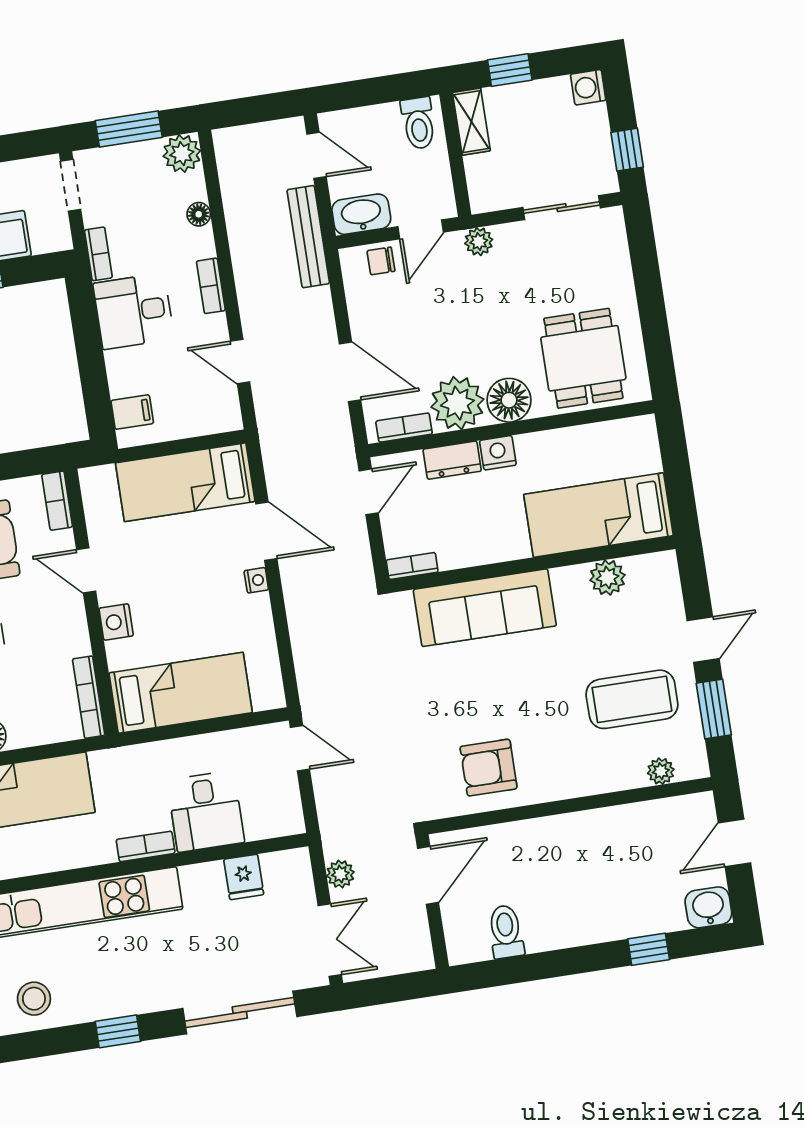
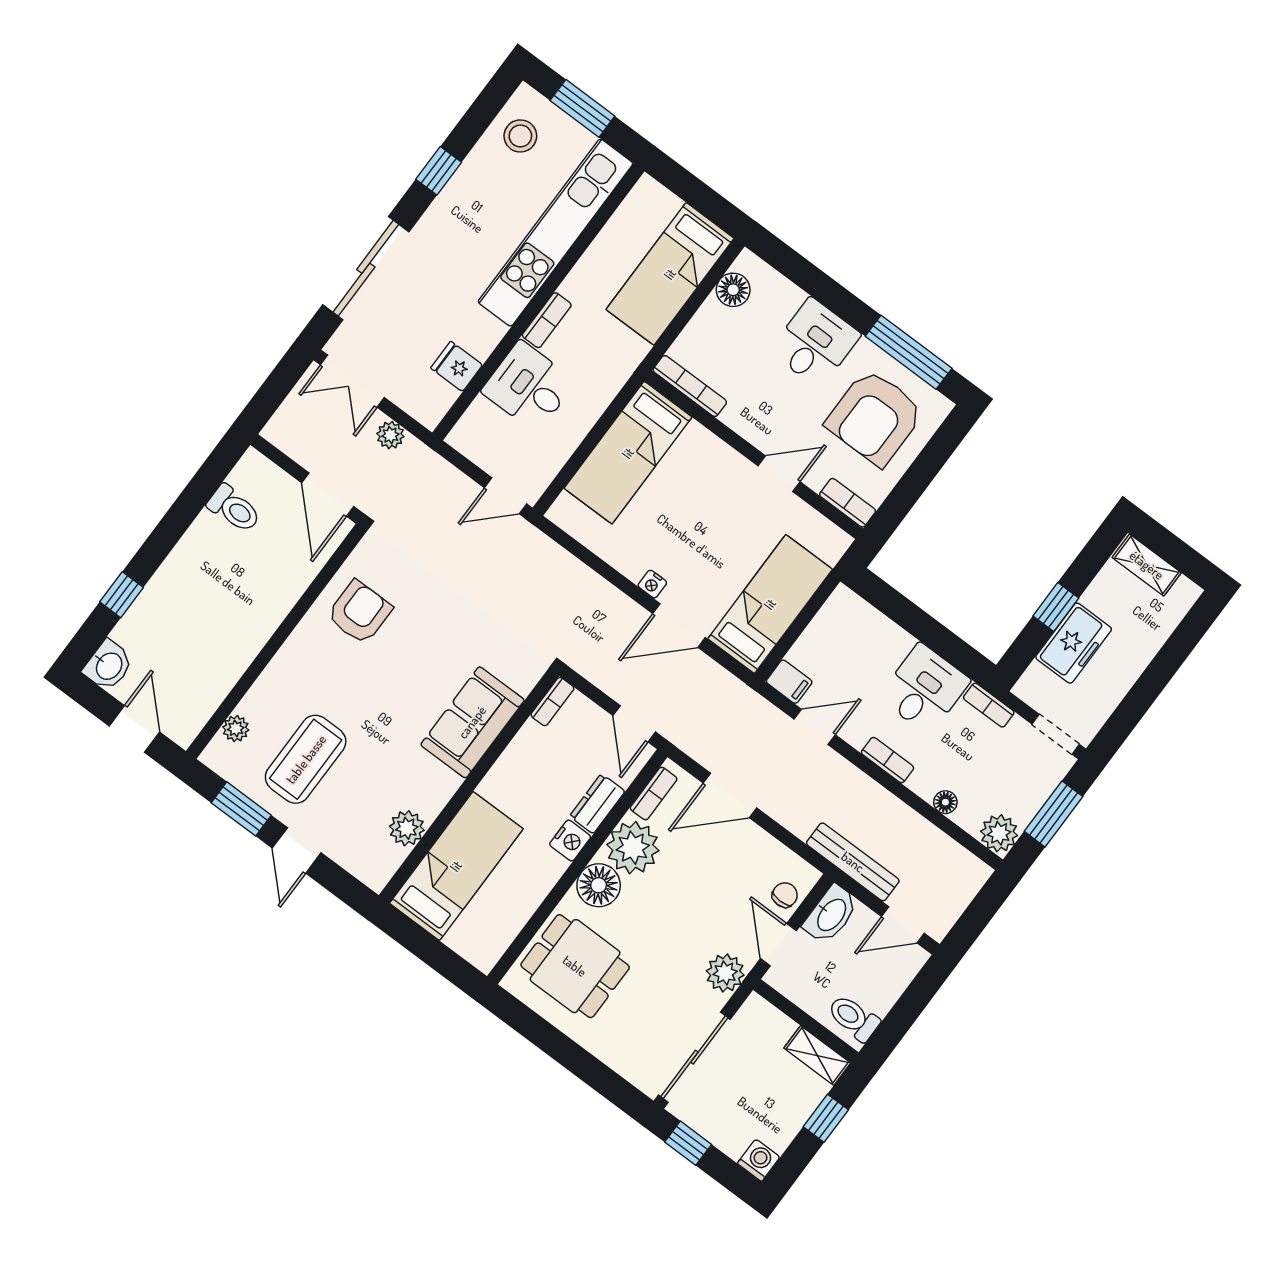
sliding door: (562, 208) -> (694, 1057), width x1.37
plant: (479, 242) -> (725, 973), width x1.38, depth x1.38
filing cabinet: (132, 412) -> (789, 682), moved, turned -90
sofa: (485, 608) -> (472, 722), width x0.73
nightstand: (116, 622) -> (722, 458), removed

